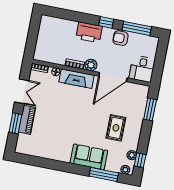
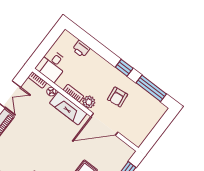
printer: (89, 32) -> (81, 49), moved, width x0.53, depth x0.68
armchair: (121, 38) -> (118, 97), moved, turned -97
desk: (142, 69) -> (52, 65), moved

